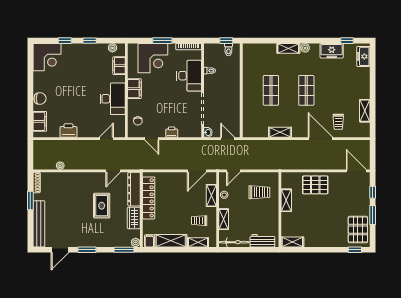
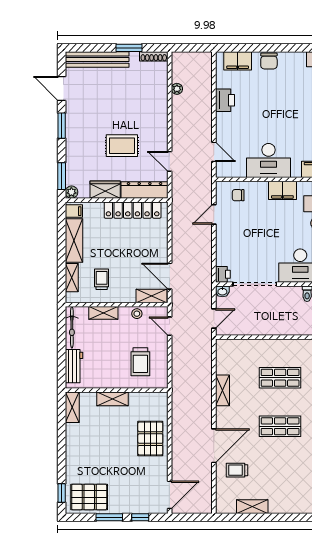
printer: (172, 132) -> (223, 274), moved
shelving: (211, 195) -> (152, 296), moved
shelving: (286, 200) -> (113, 399), moved

